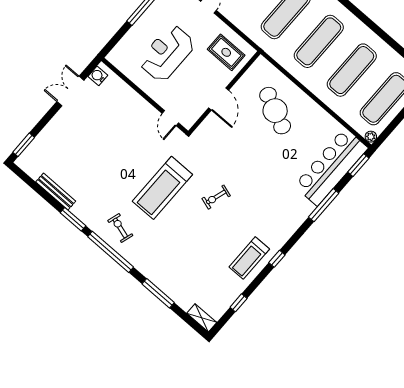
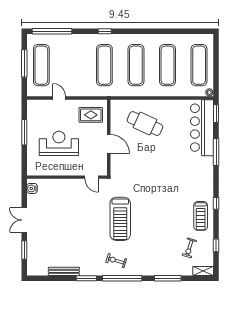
reception desk: (167, 53) -> (59, 143), turned 90
double door: (70, 91) -> (24, 220), moved
window: (24, 145) -> (24, 250), moved
exercise bike: (216, 197) -> (189, 248), moved

